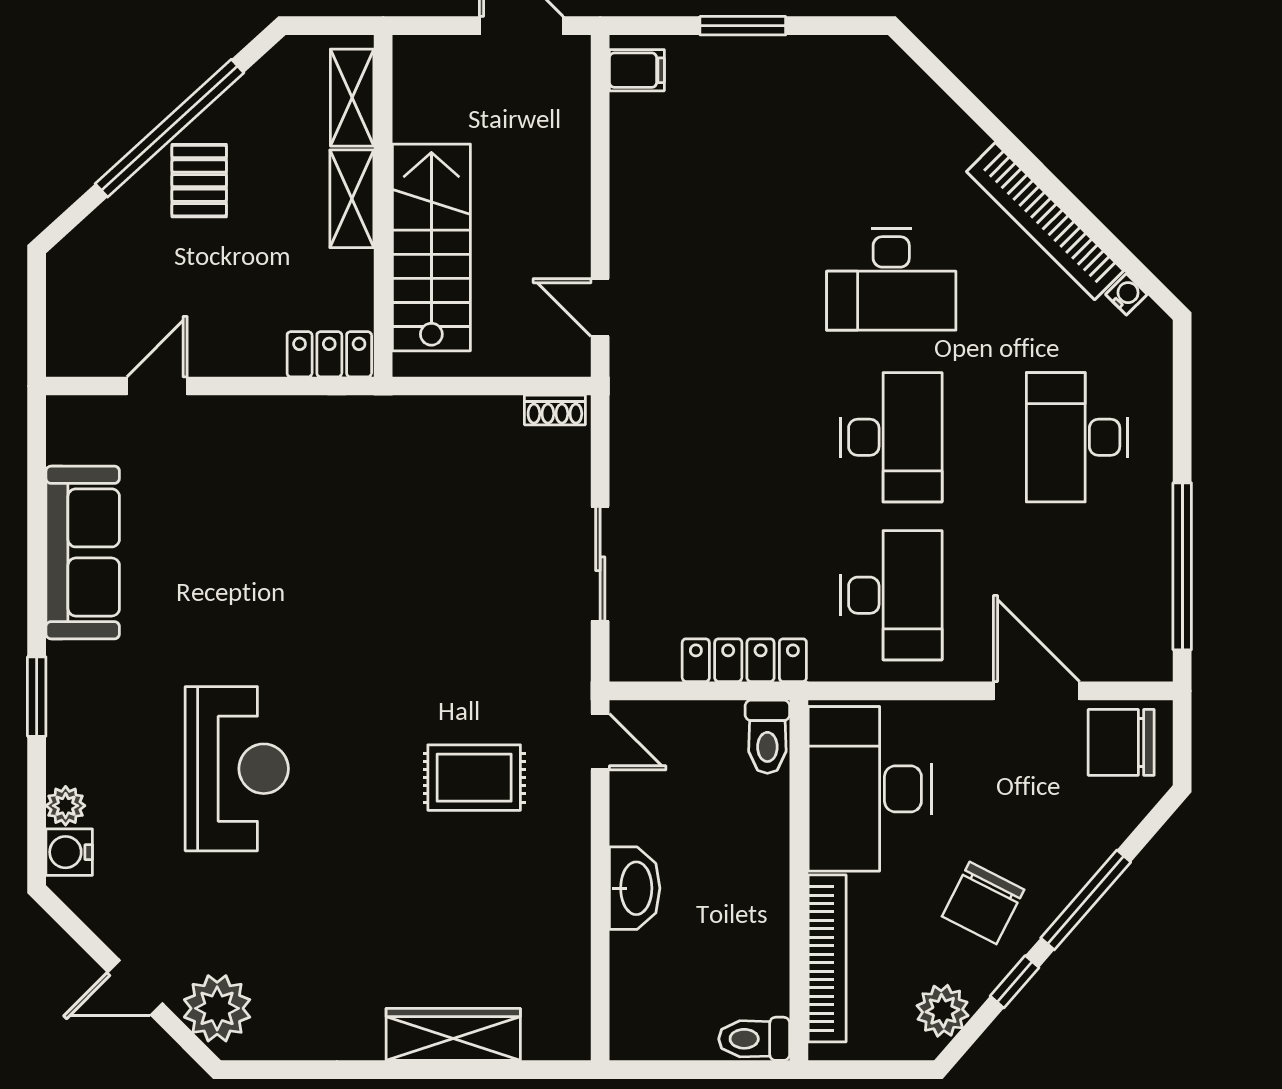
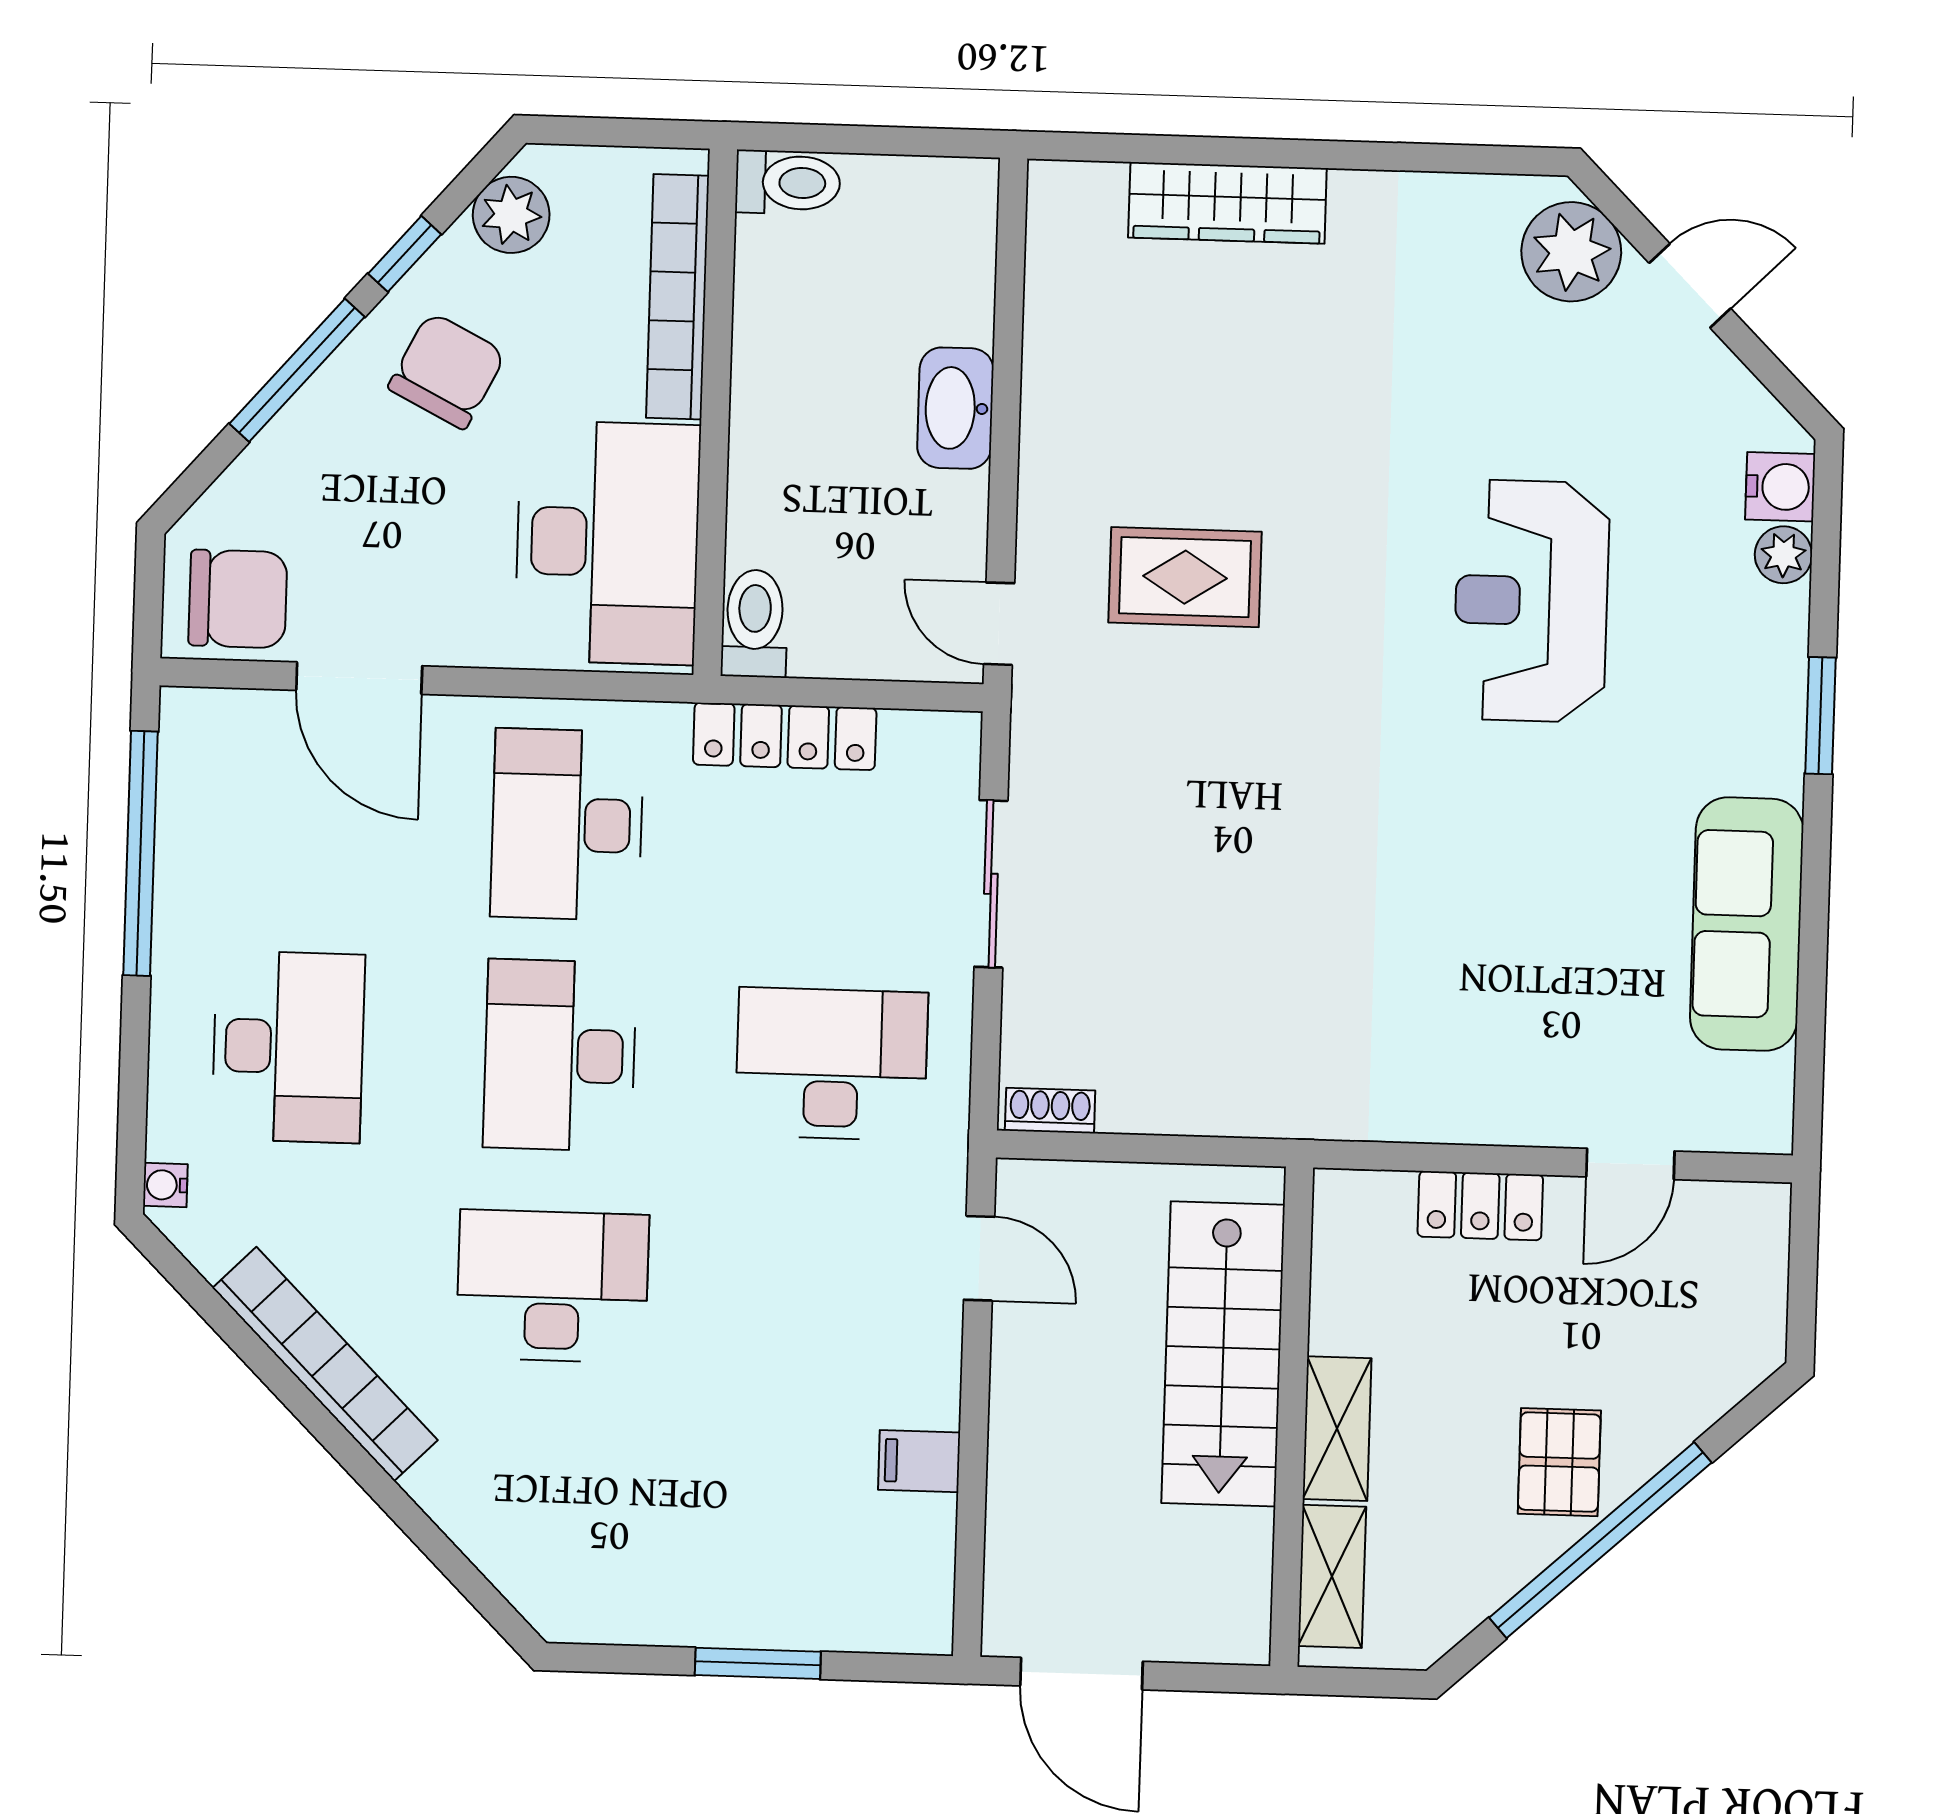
filing cabinet: (637, 70) -> (919, 1461), moved
water cooler: (1126, 294) -> (165, 1185), moved, turned 45
locker: (329, 354) -> (1480, 1206), moved
desk: (705, 437) -> (832, 1064), added

